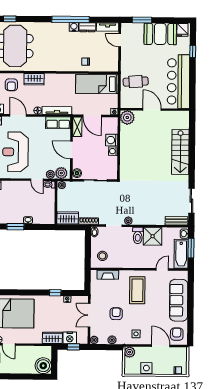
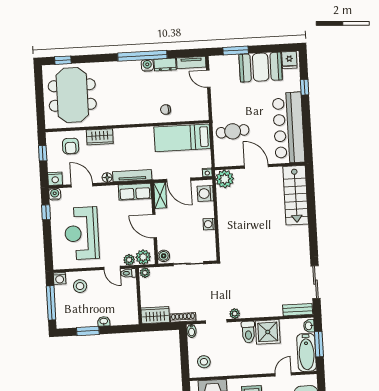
washing machine: (112, 140) -> (205, 193), moved
stairs: (180, 152) -> (296, 195), moved
stool: (12, 192) -> (80, 286), added

